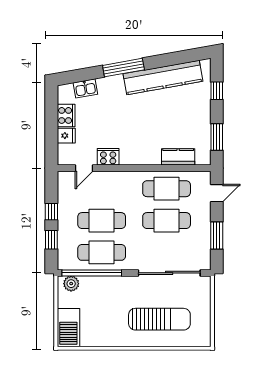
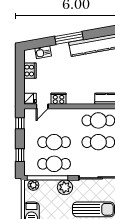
fridge: (66, 136) -> (30, 98), moved
window: (51, 212) -> (20, 123), moved
plant: (118, 287) -> (65, 187), added

